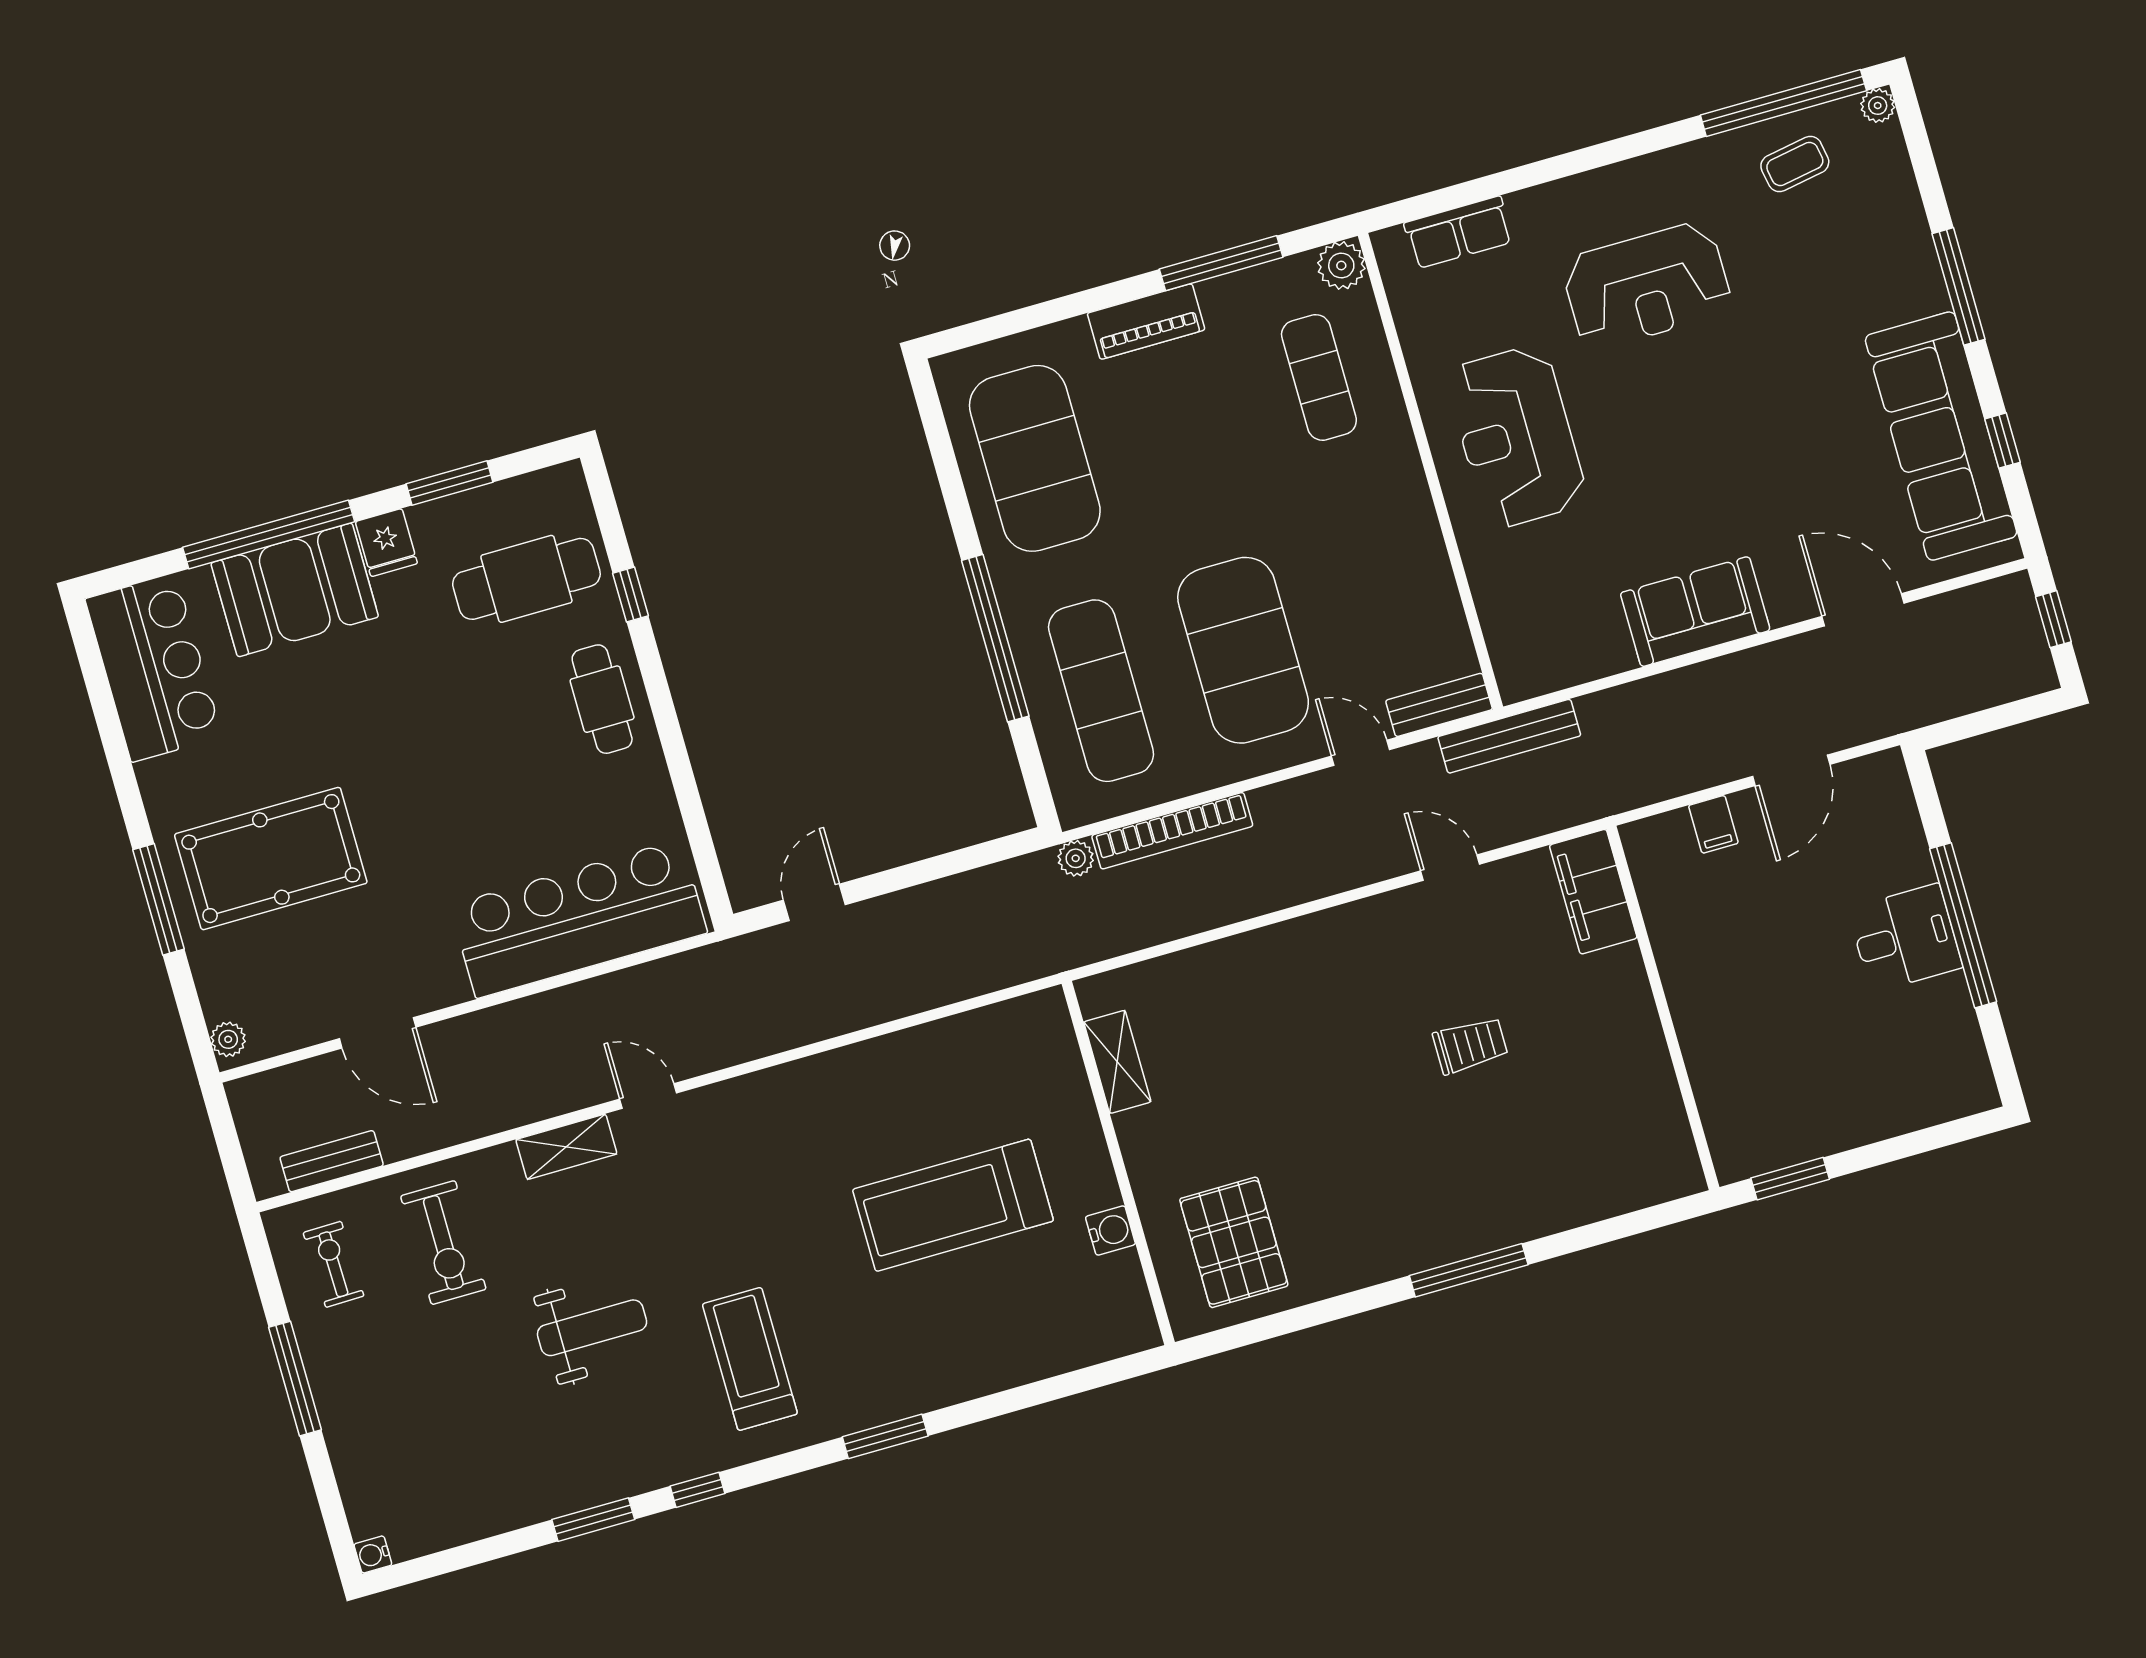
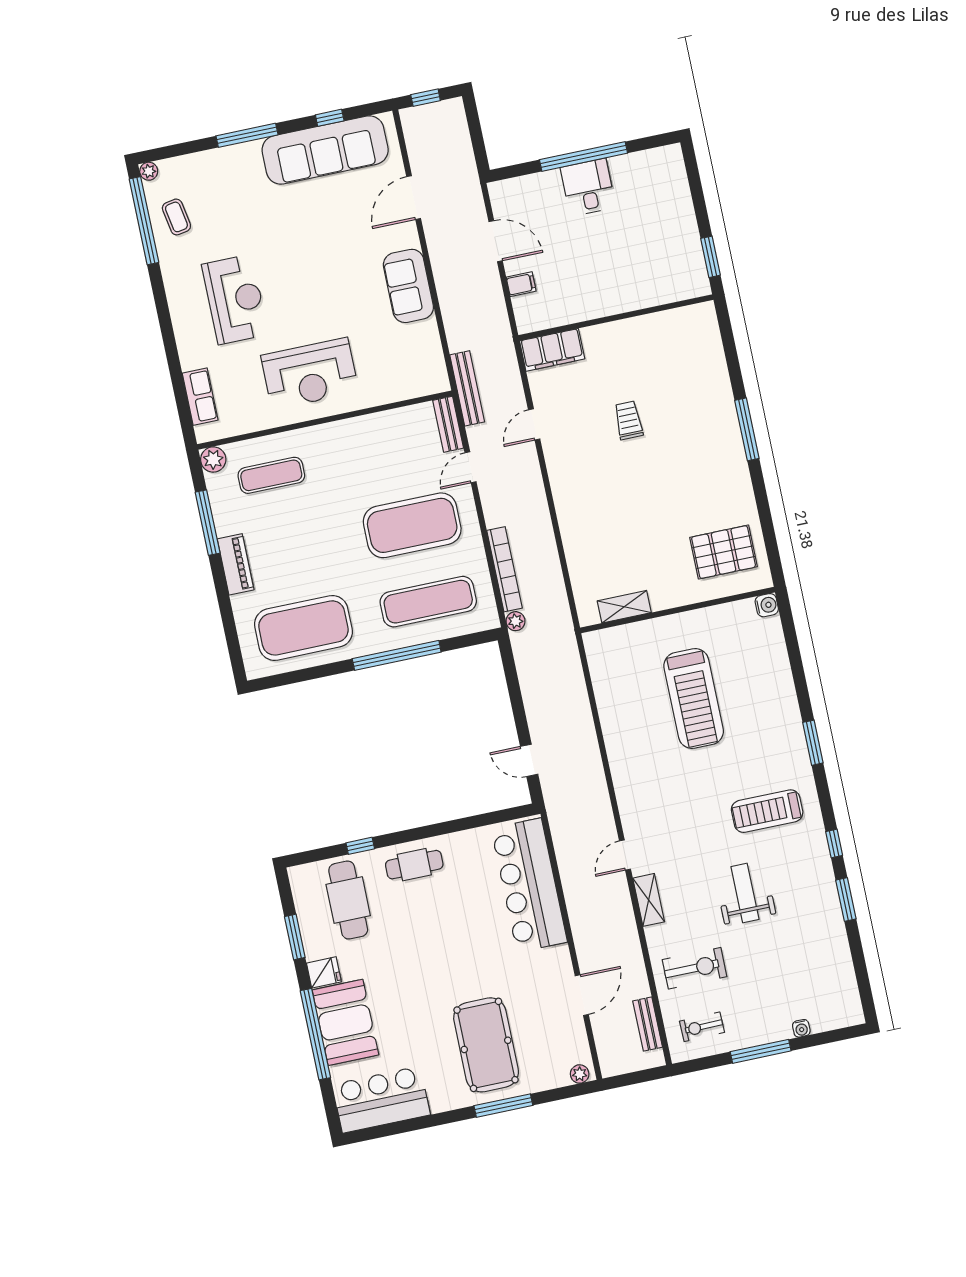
water cooler: (1110, 1230) -> (767, 605), moved, turned 90
water cooler: (373, 1554) -> (801, 1028), moved

